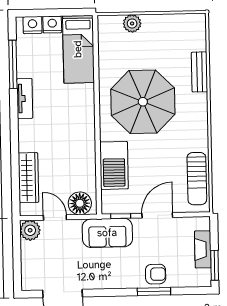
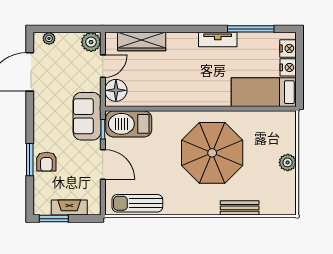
plant: (132, 23) -> (288, 162), moved
barbecue: (114, 165) -> (129, 124), moved
plant: (27, 274) -> (49, 38), added

